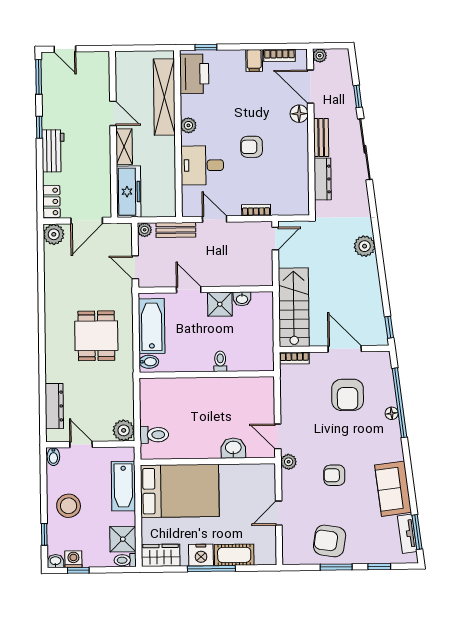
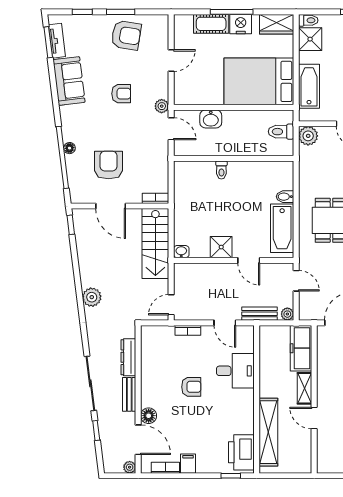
plant: (188, 125) -> (247, 407), removed
washbasin: (242, 299) -> (181, 252), moved
toilet: (220, 361) -> (221, 170), moved
wall: (207, 375) -> (234, 158), moved

